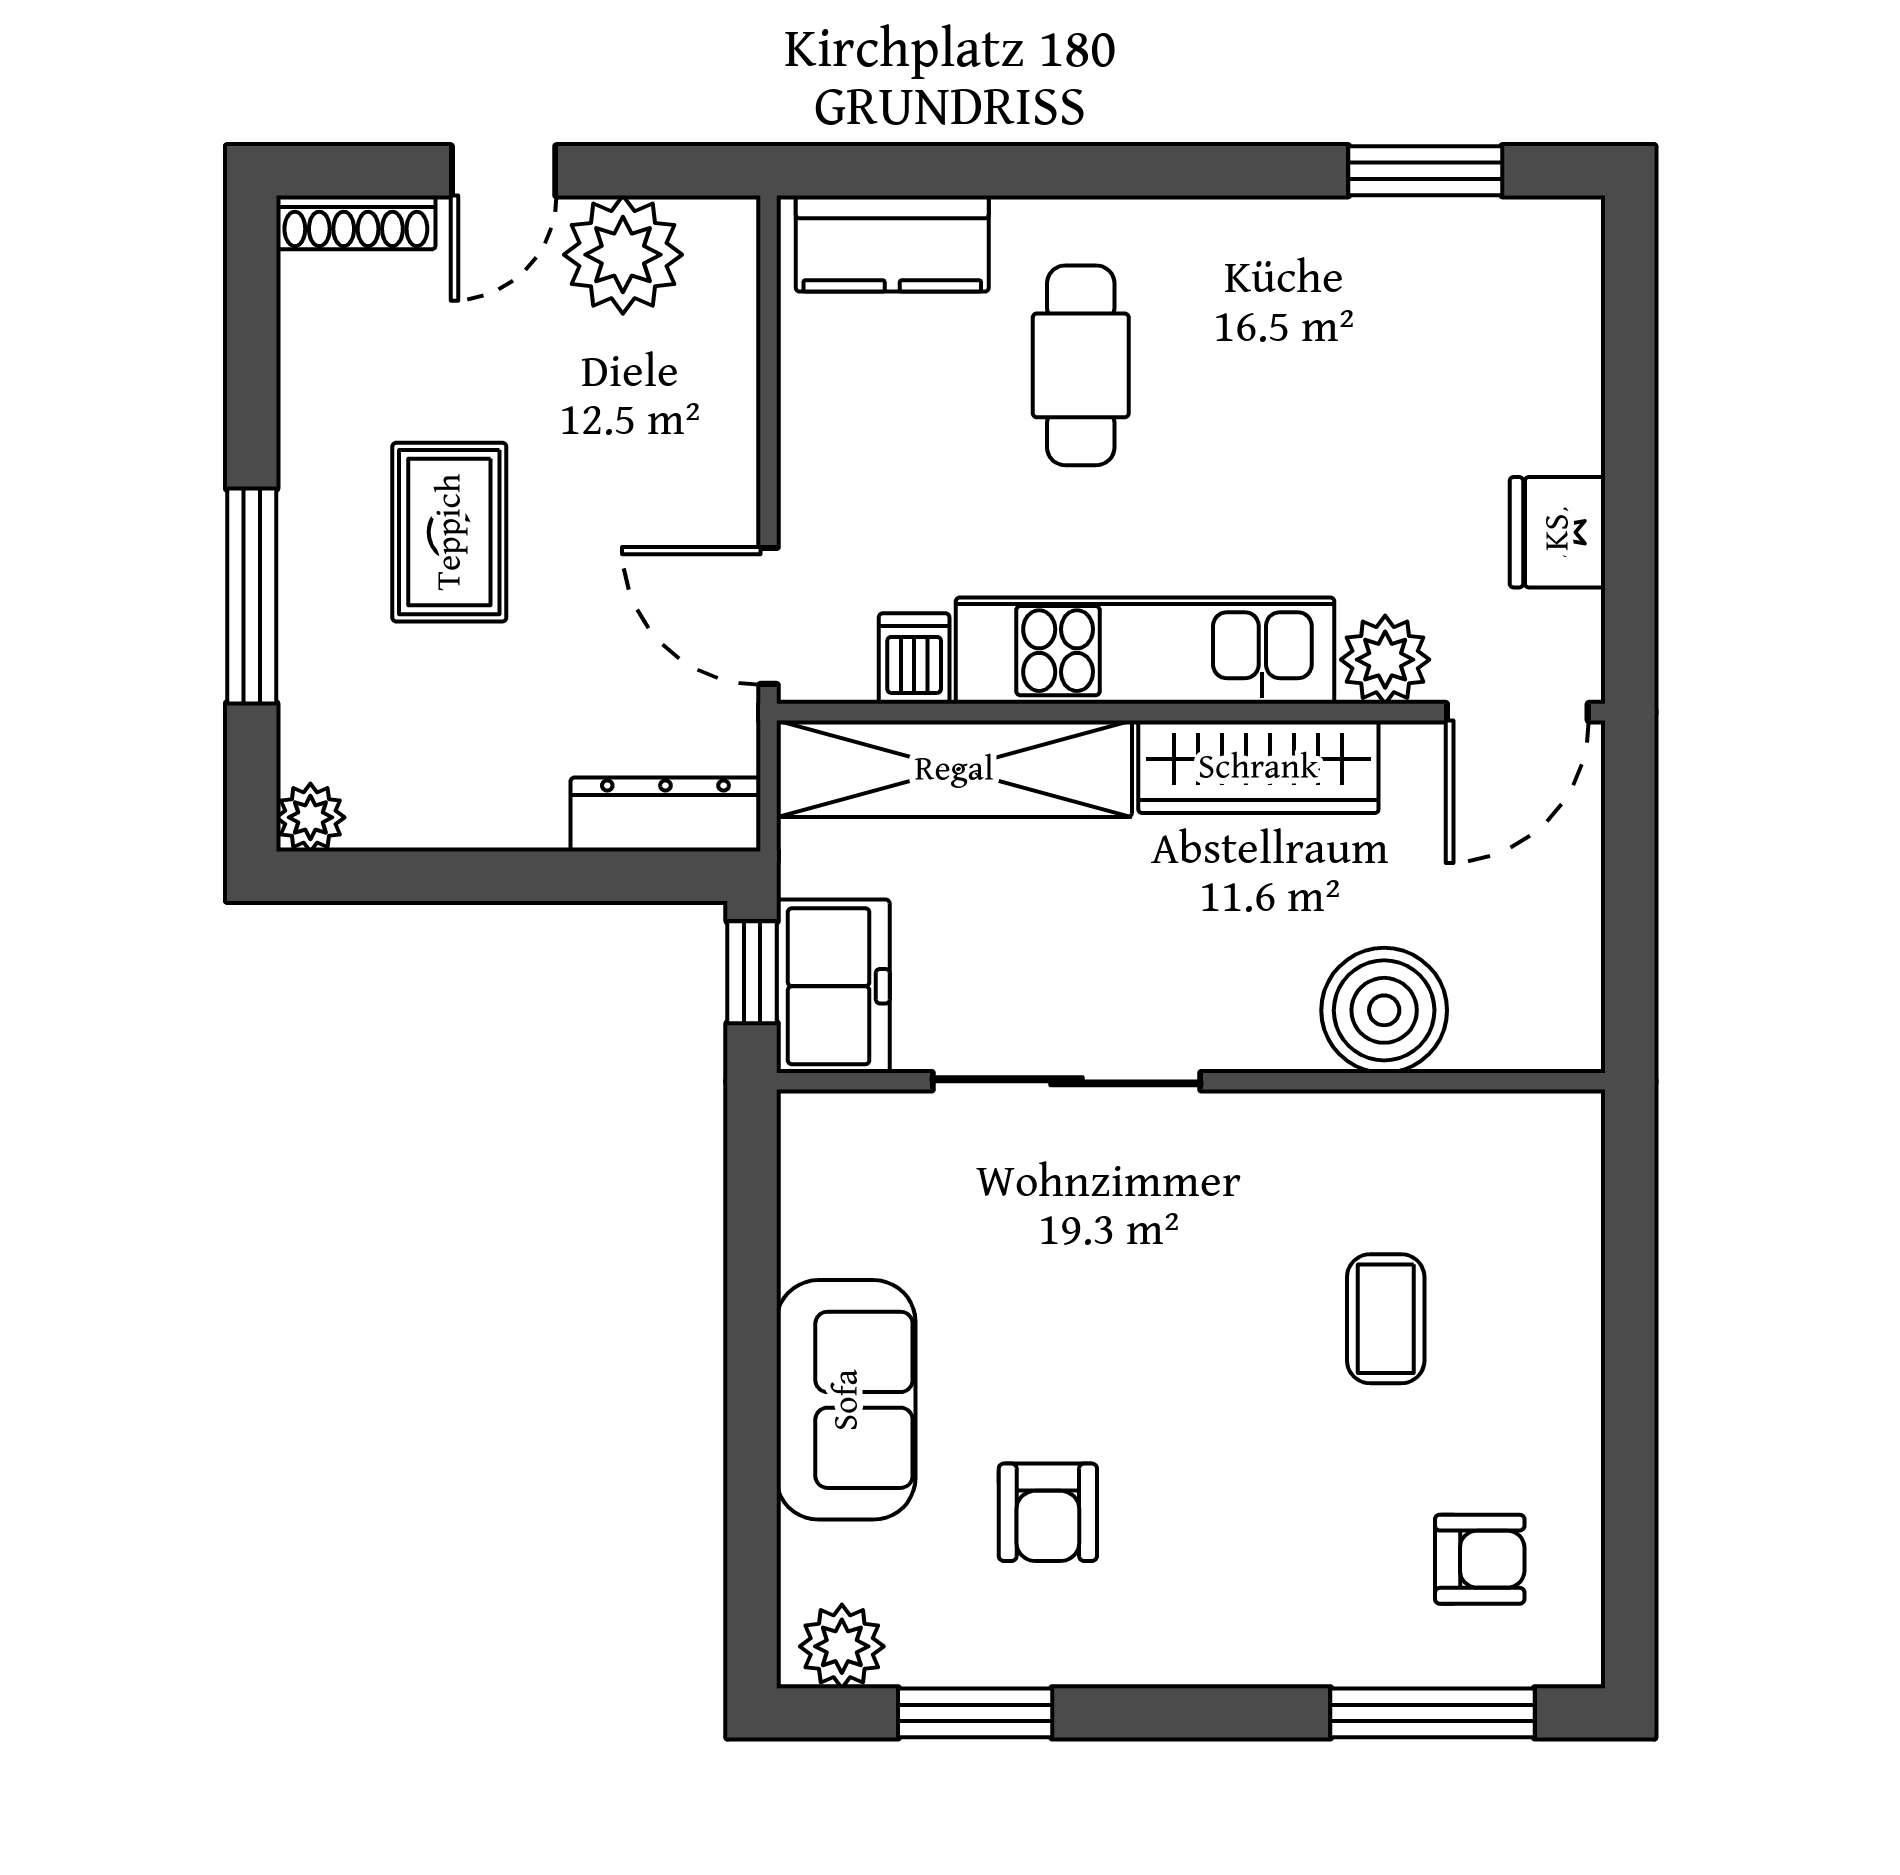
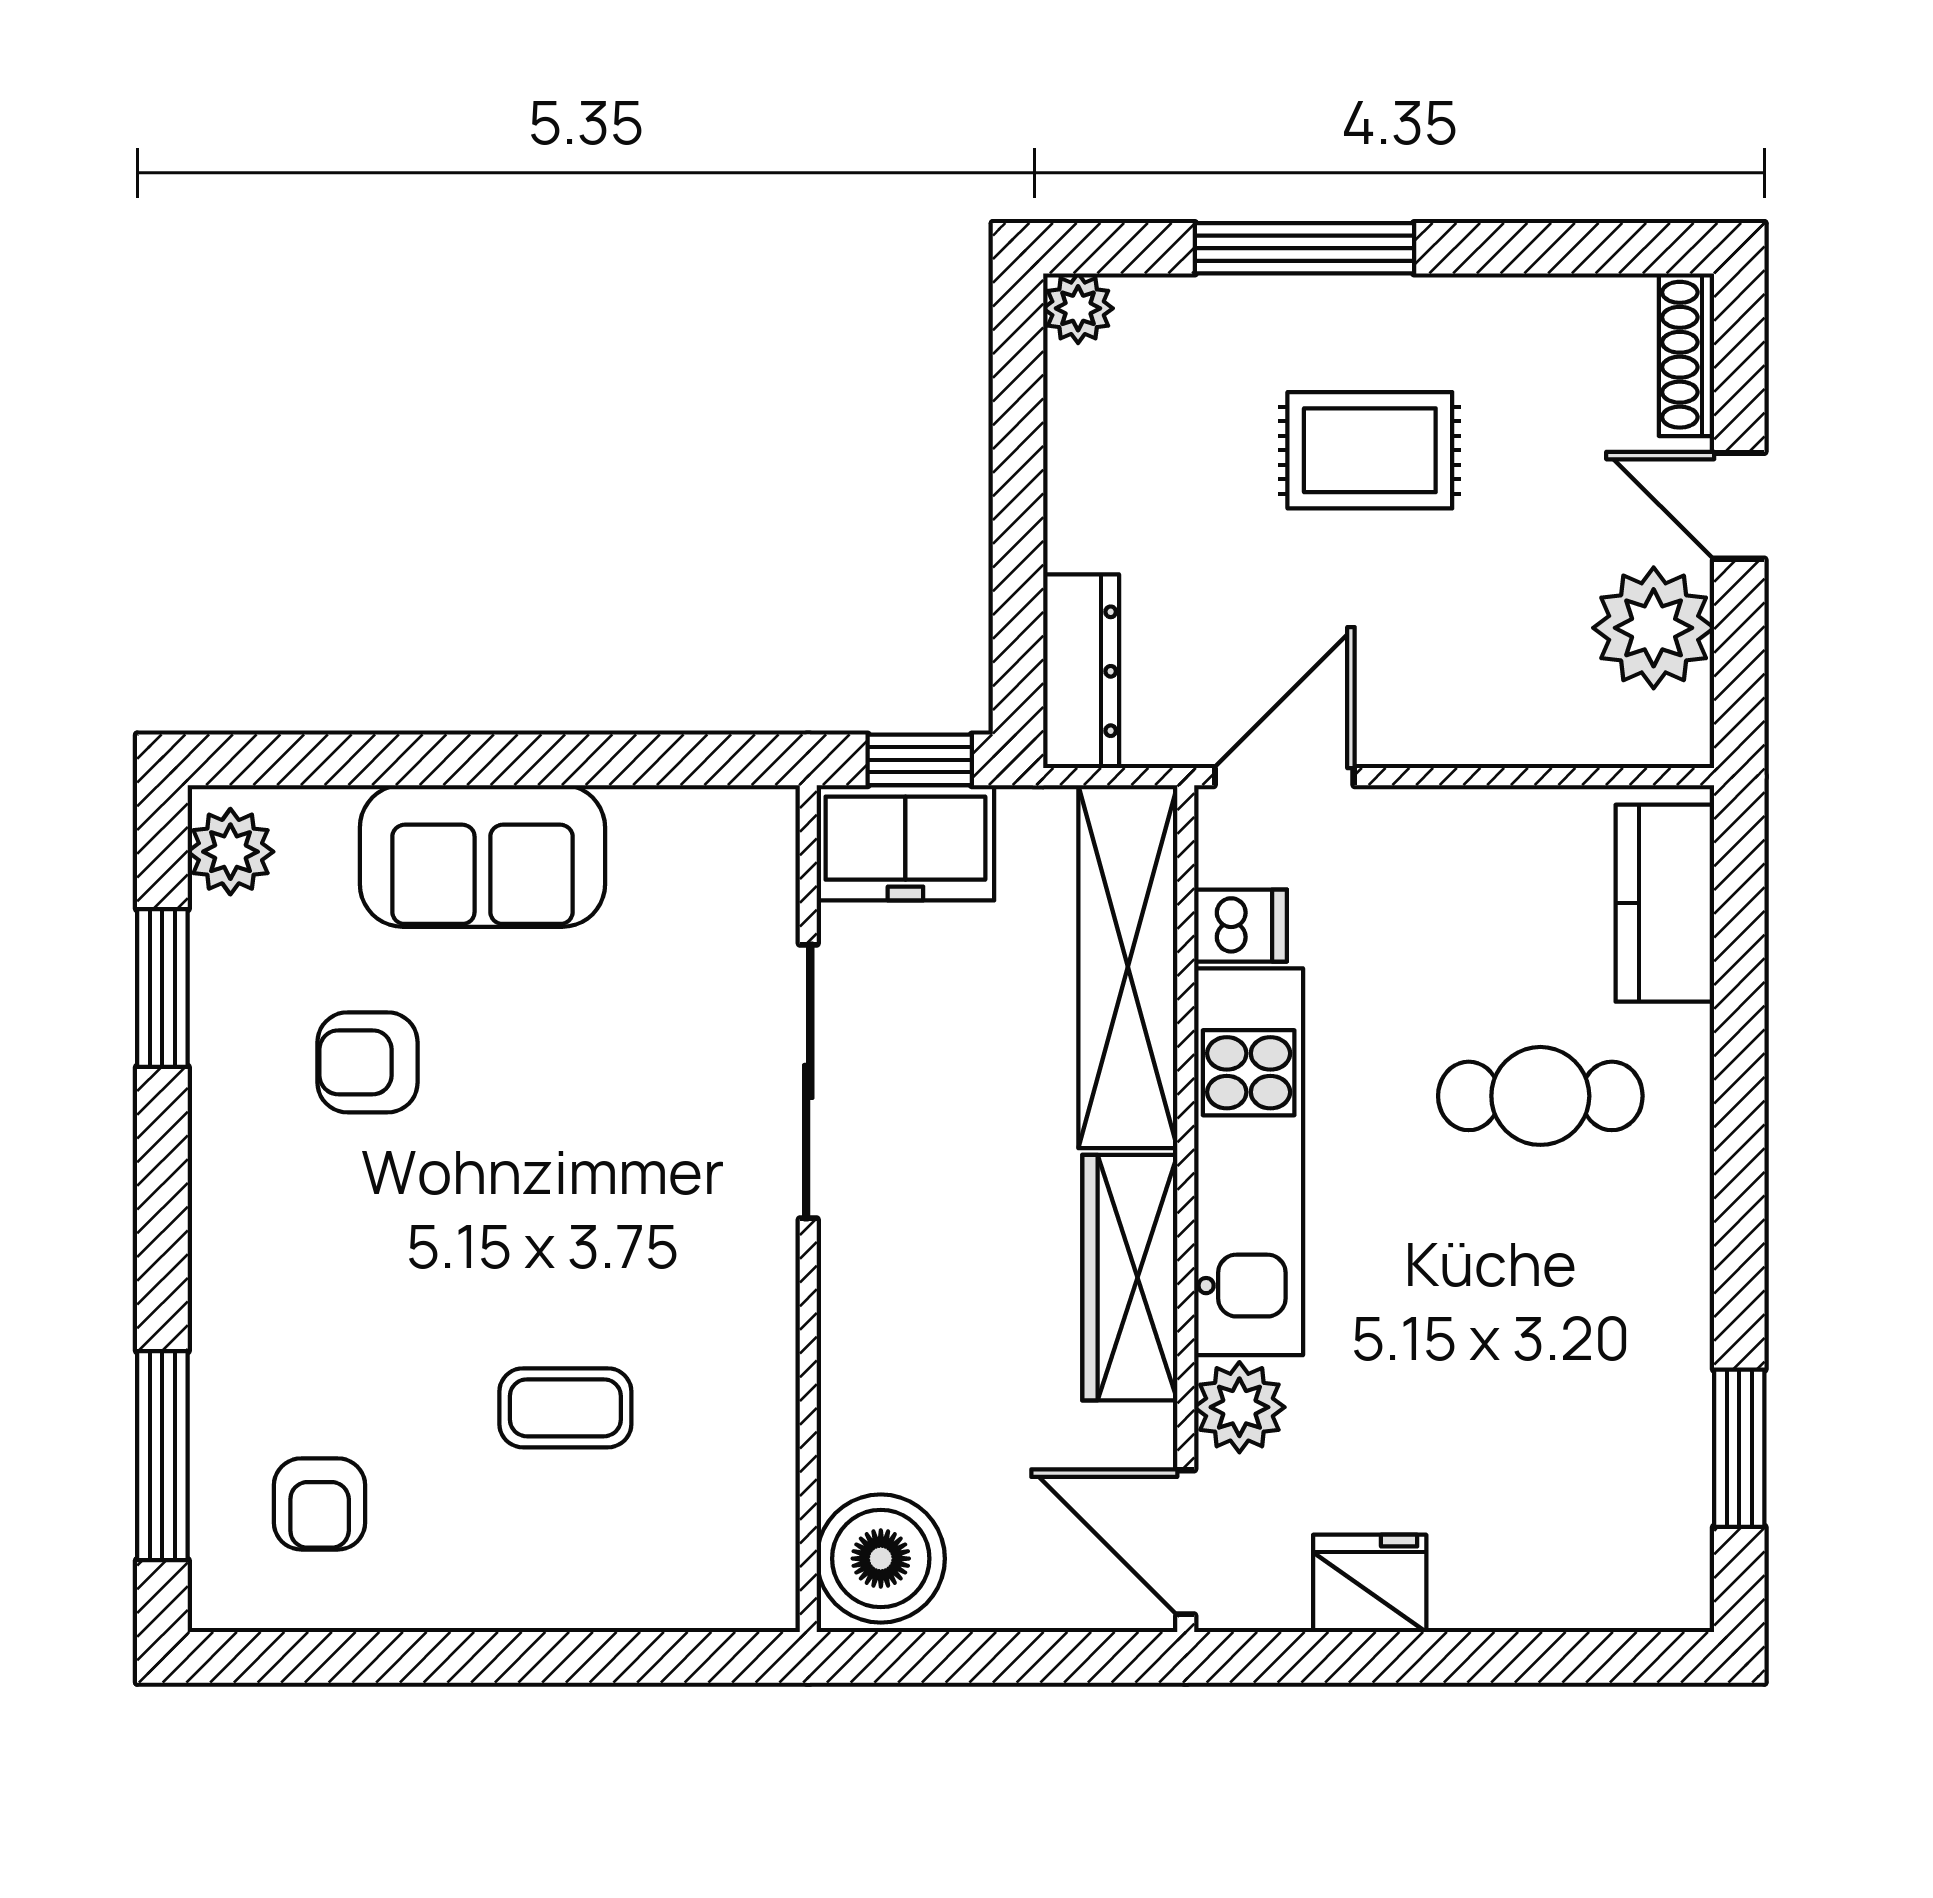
boiler: (1384, 1010) -> (881, 1559), moved

